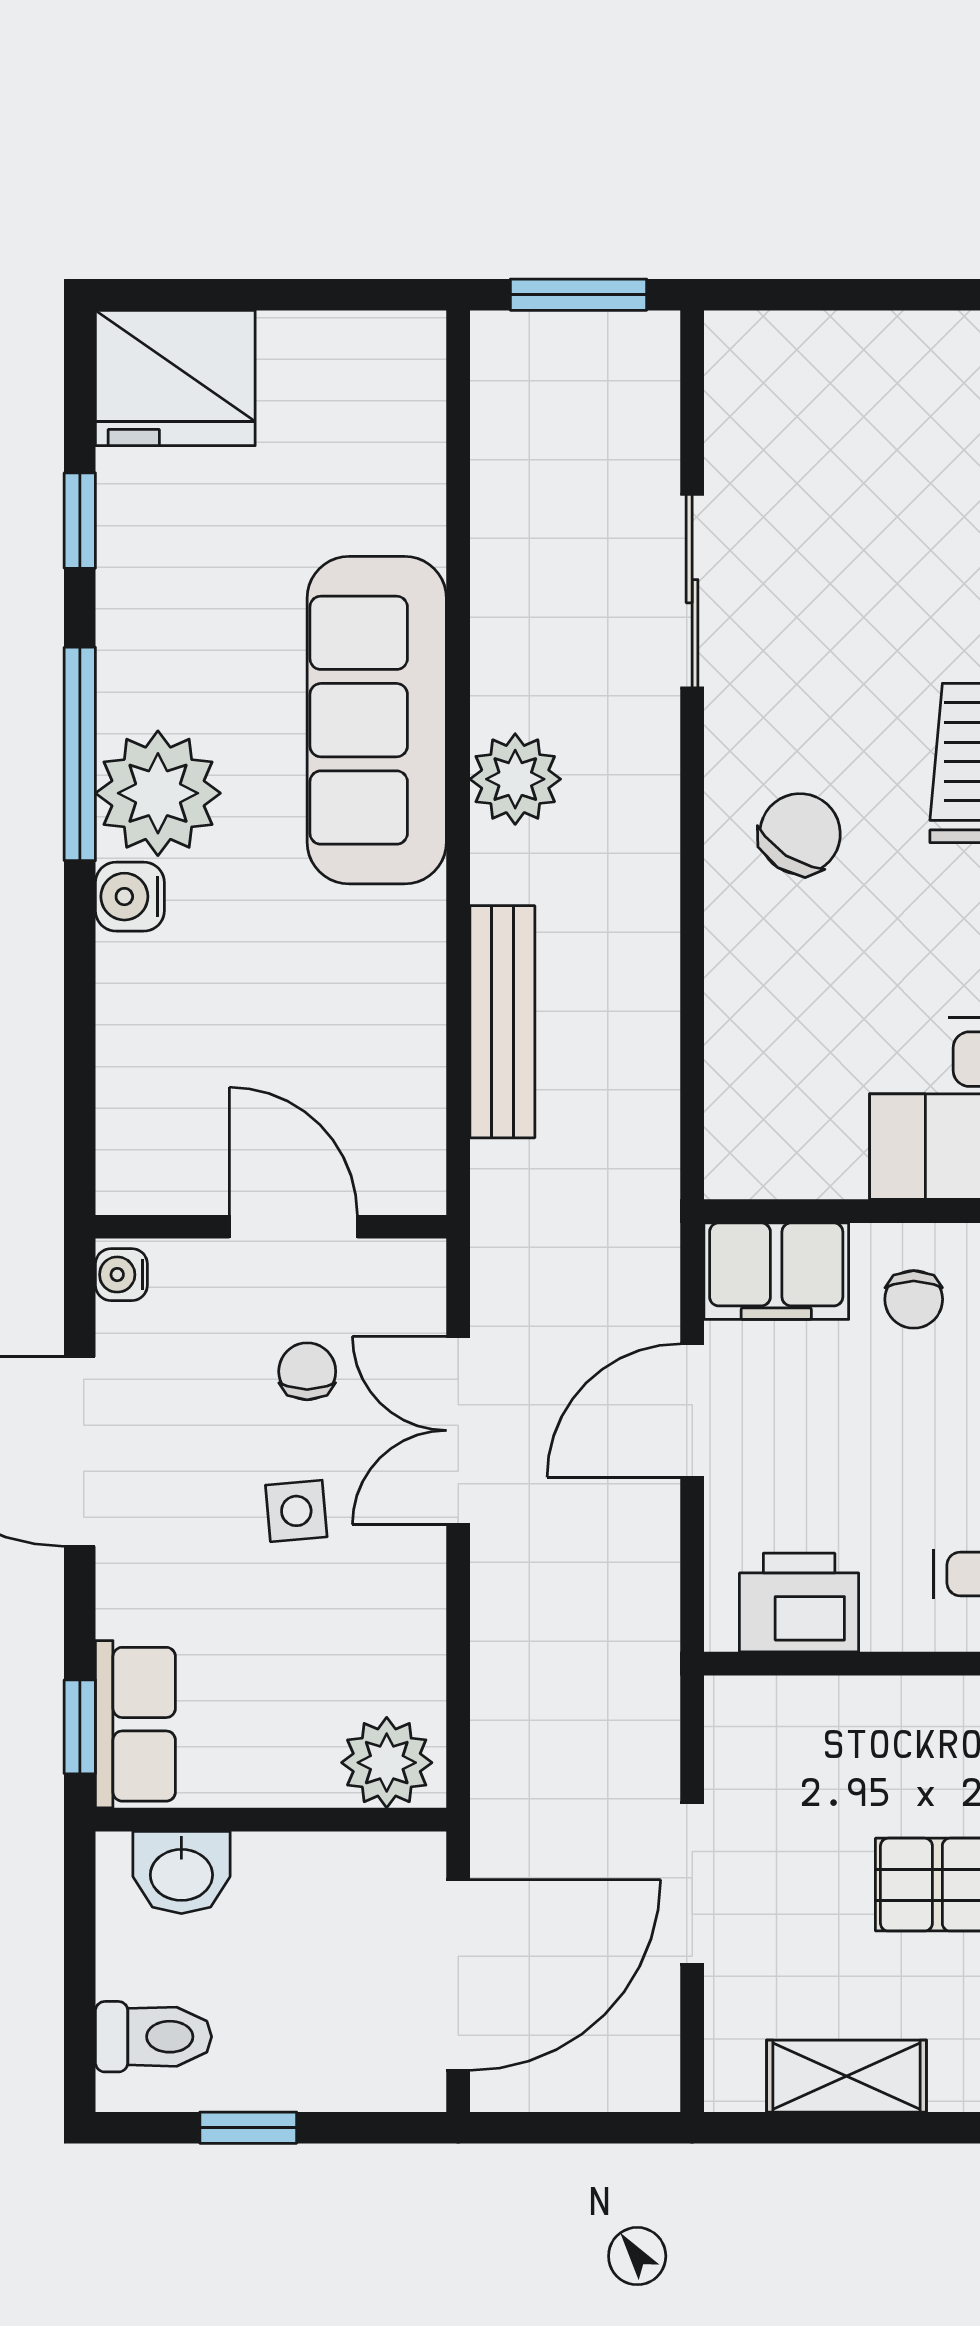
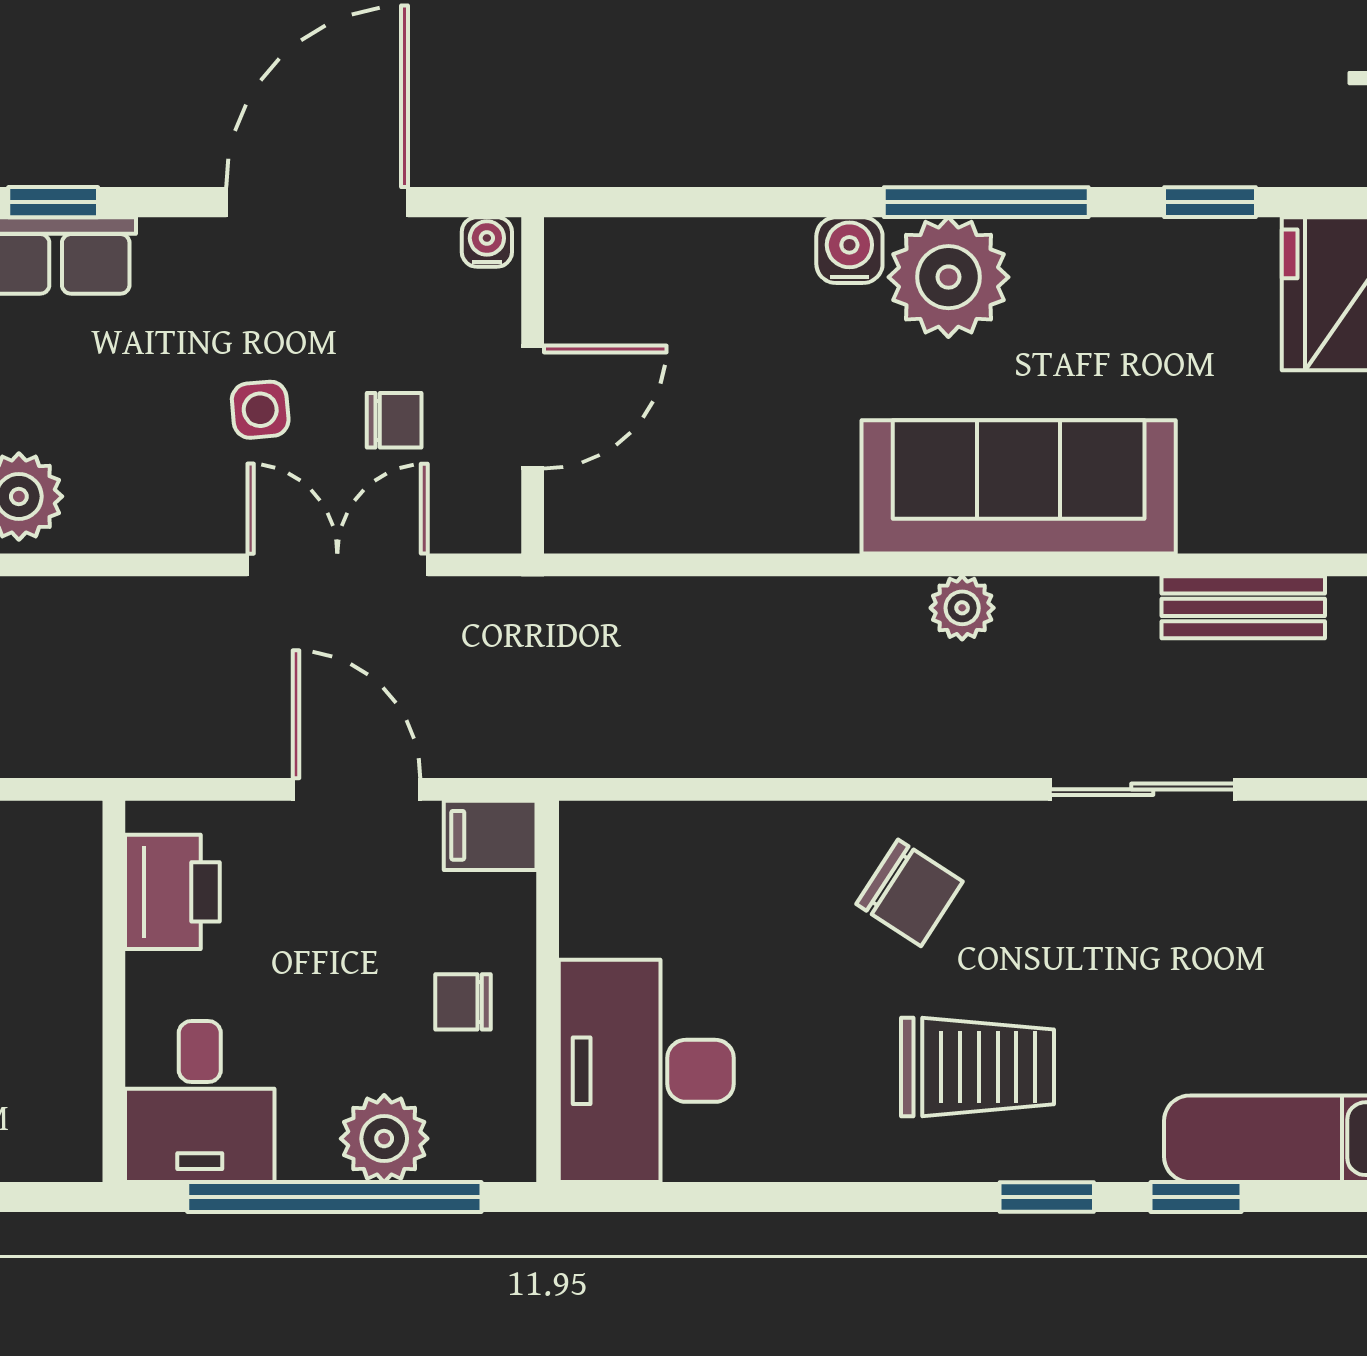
plant: (515, 779) -> (962, 608), width x0.73, depth x0.73
bench: (502, 1022) -> (1243, 607), moved, width x0.73
filing cabinet: (776, 1271) -> (490, 835), width x0.50

